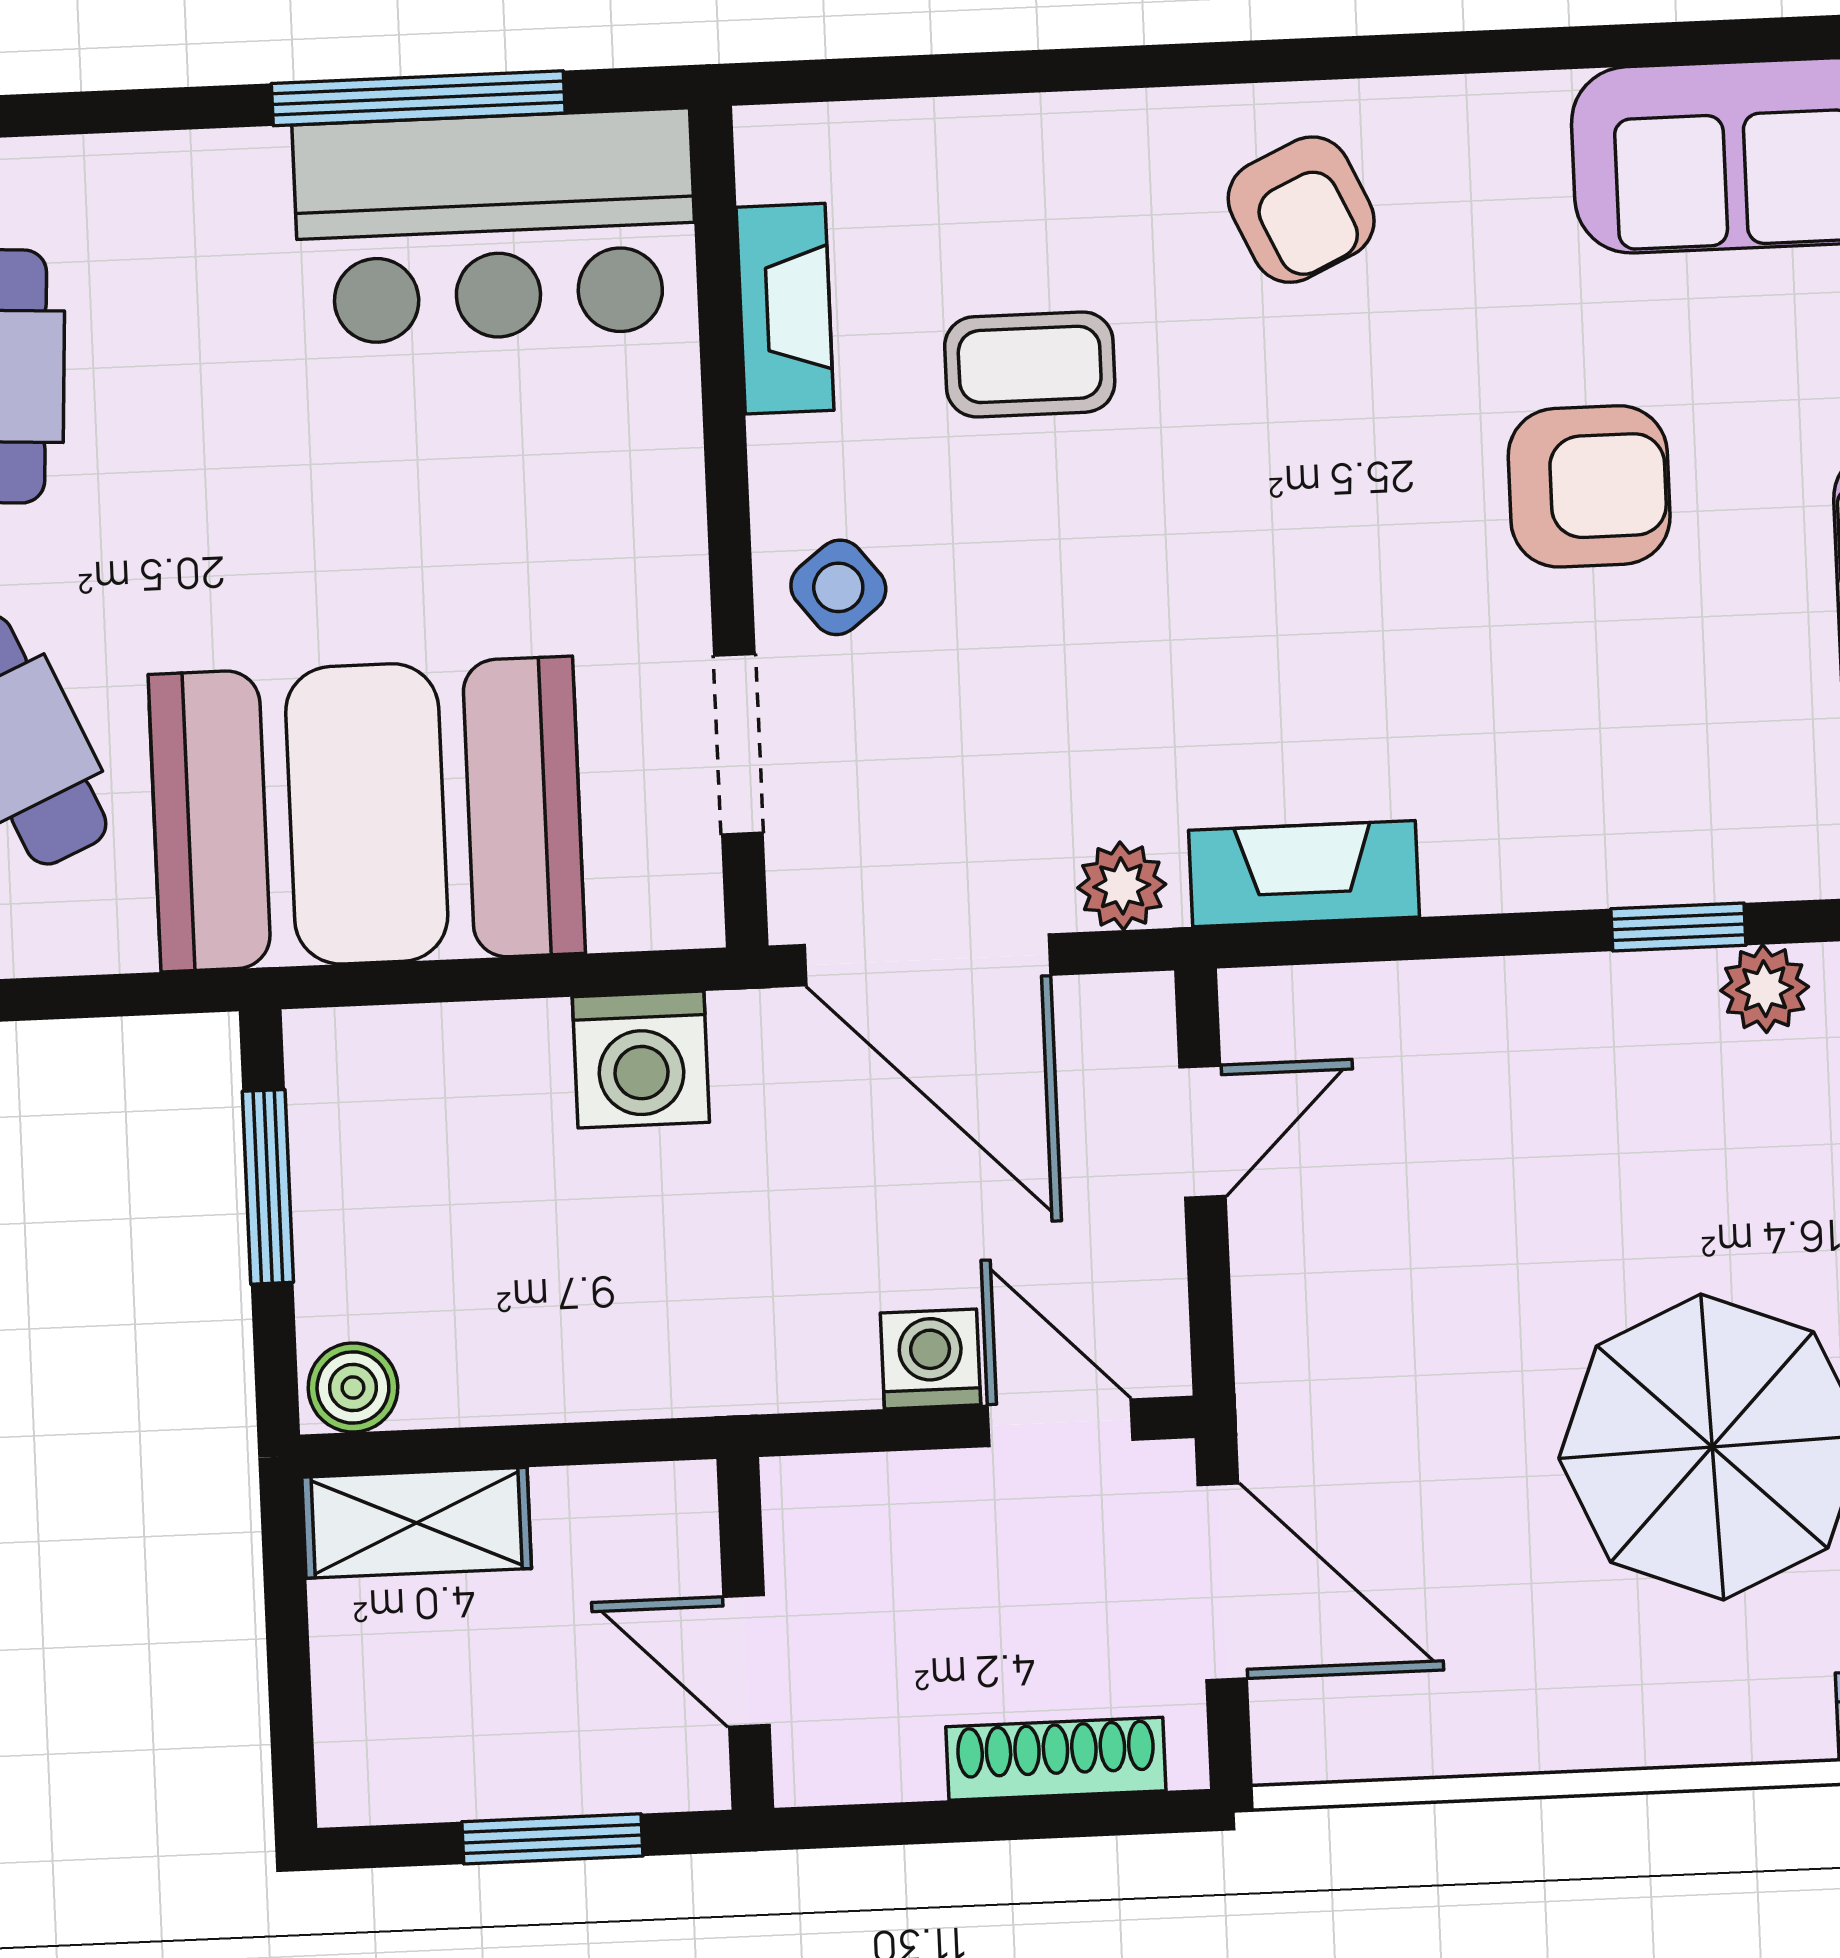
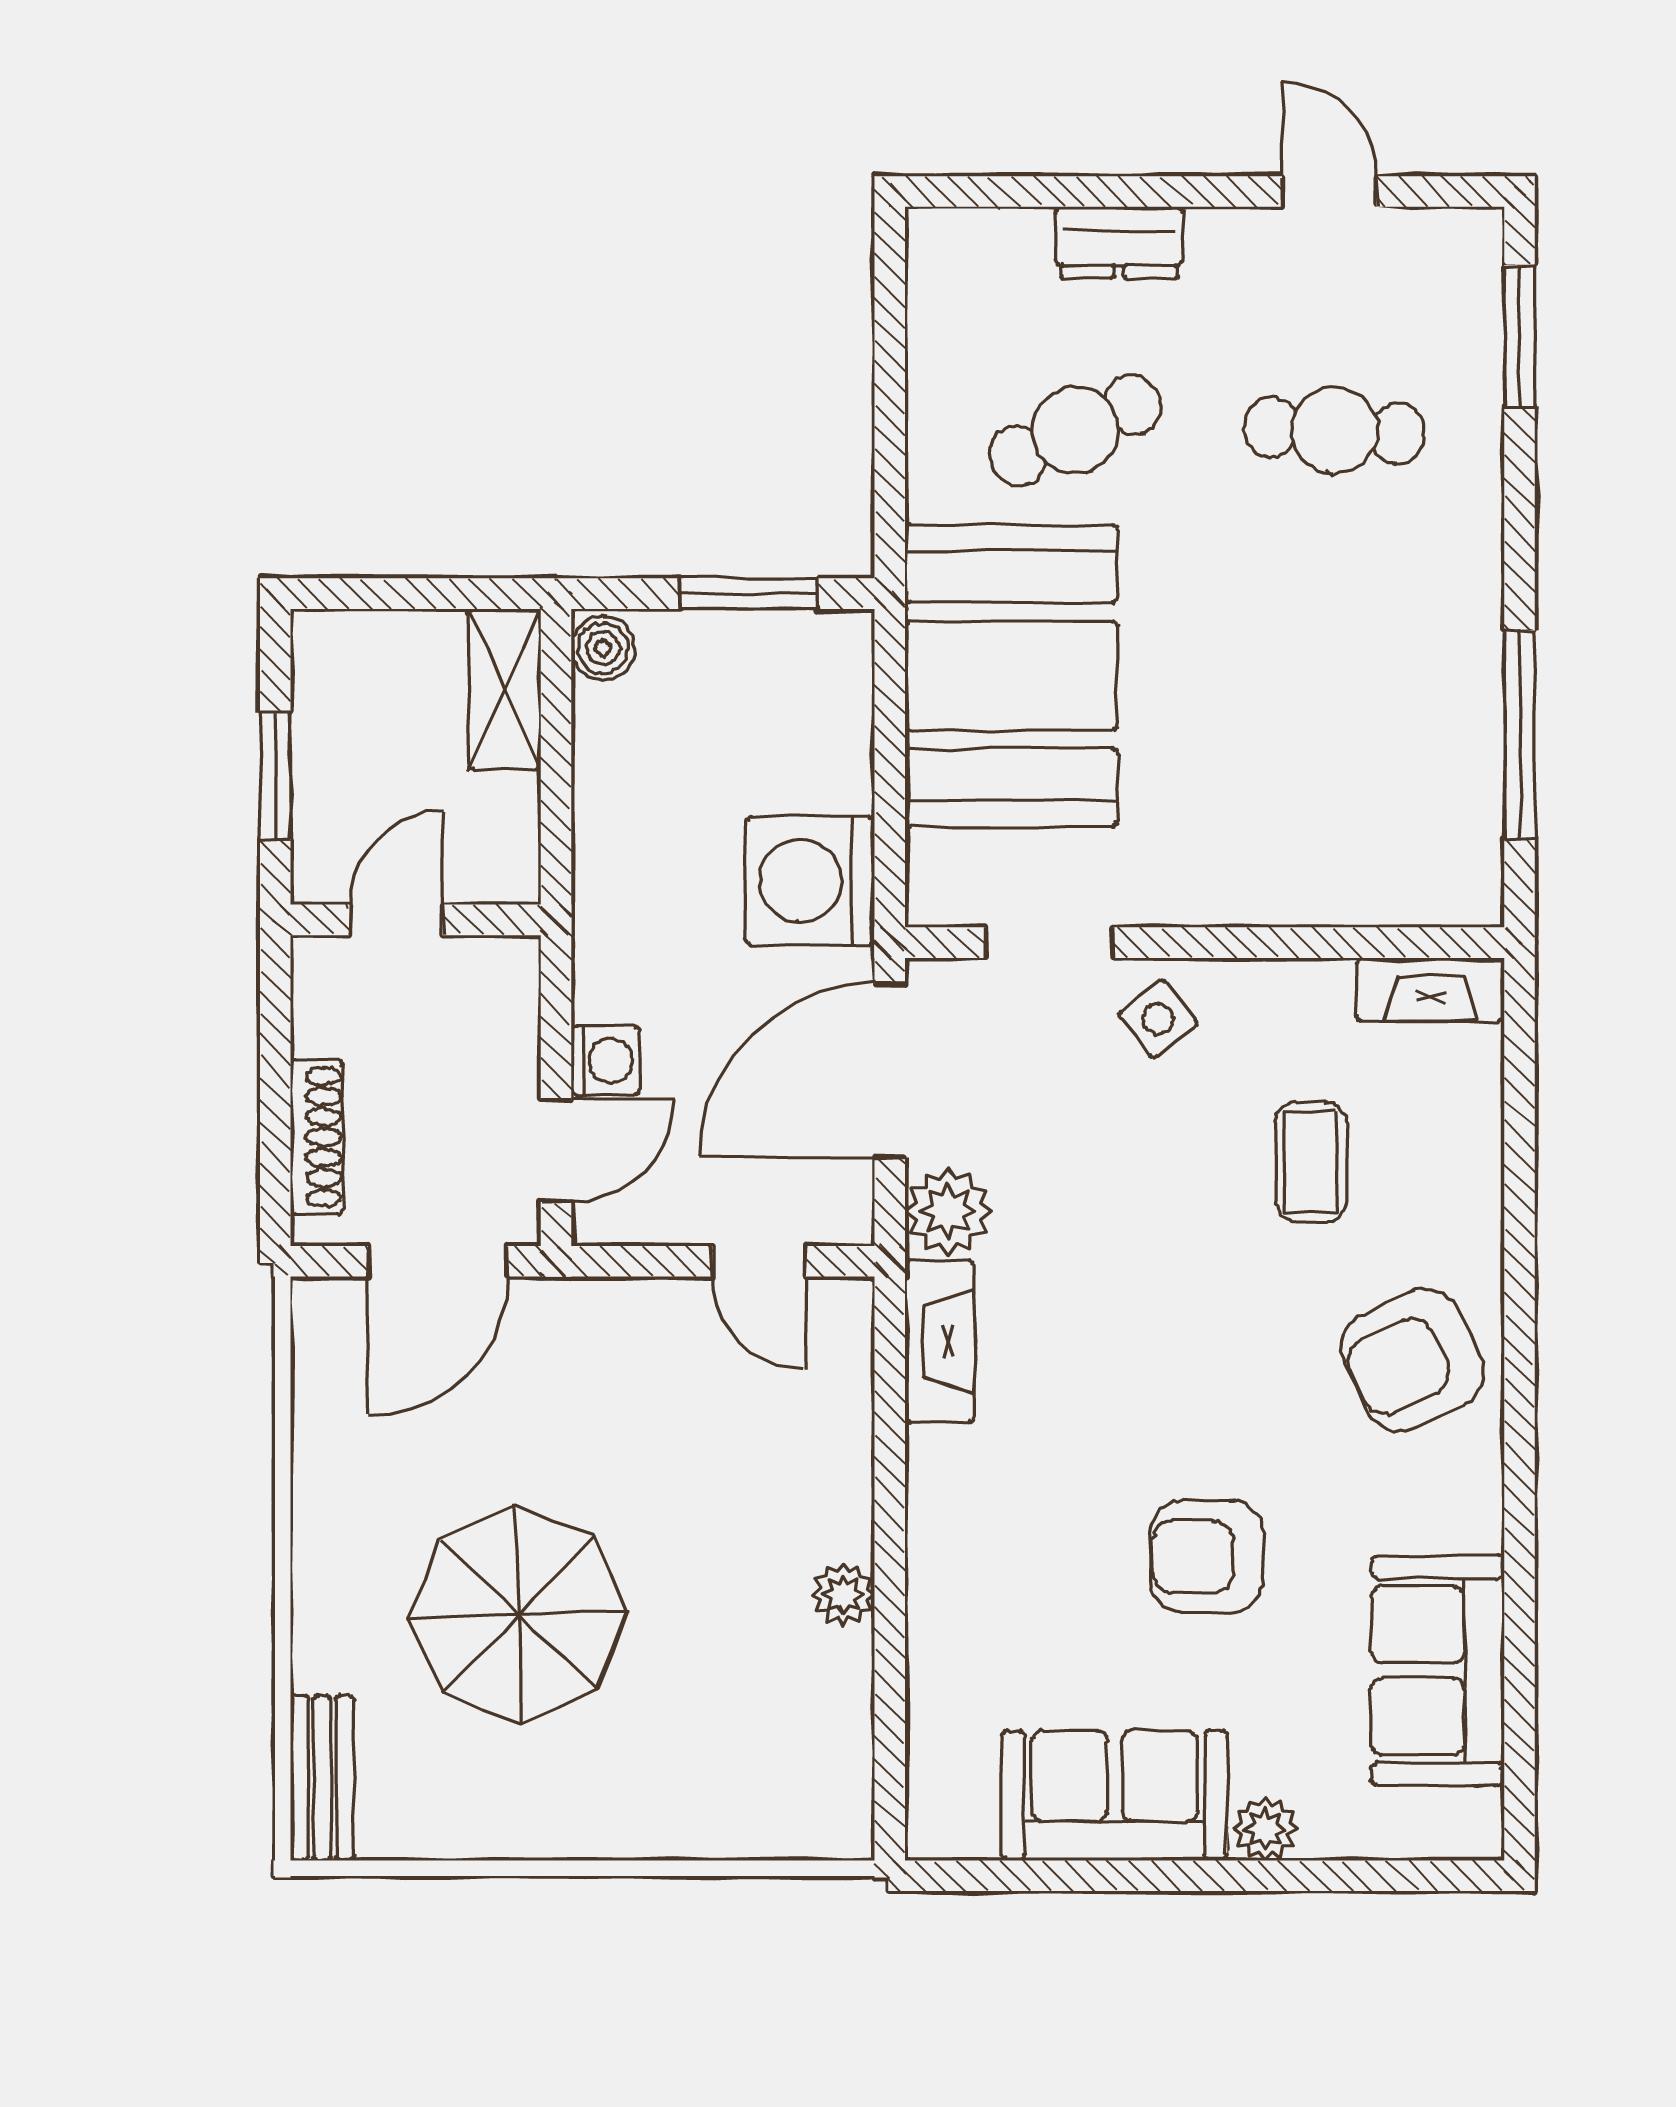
armchair: (1301, 210) -> (1413, 1360), width x1.38, depth x1.38
bar counter: (495, 227) -> (1426, 786), removed
fireplace: (785, 309) -> (1430, 989), moved
armchair: (1589, 486) -> (1207, 1557), turned 90
plant: (1122, 886) -> (948, 1211), width x1.38, depth x1.38
window: (1678, 927) -> (890, 1607), removed
plant: (1765, 989) -> (843, 1595), moved
washing machine: (641, 1059) -> (810, 881), width x1.37, depth x1.37

